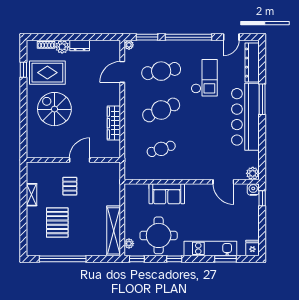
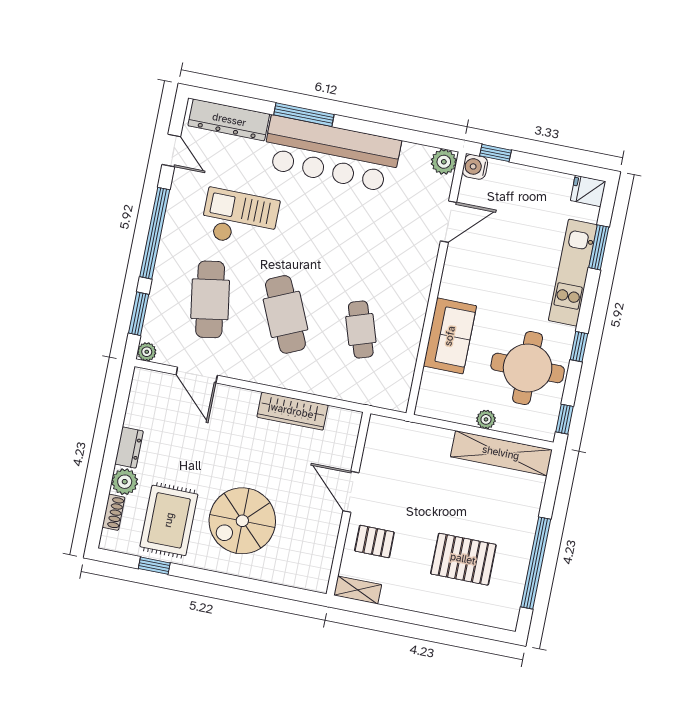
pallet: (70, 186) -> (374, 541), moved
shelving: (32, 195) -> (358, 590), moved
plant: (129, 244) -> (486, 419), moved

